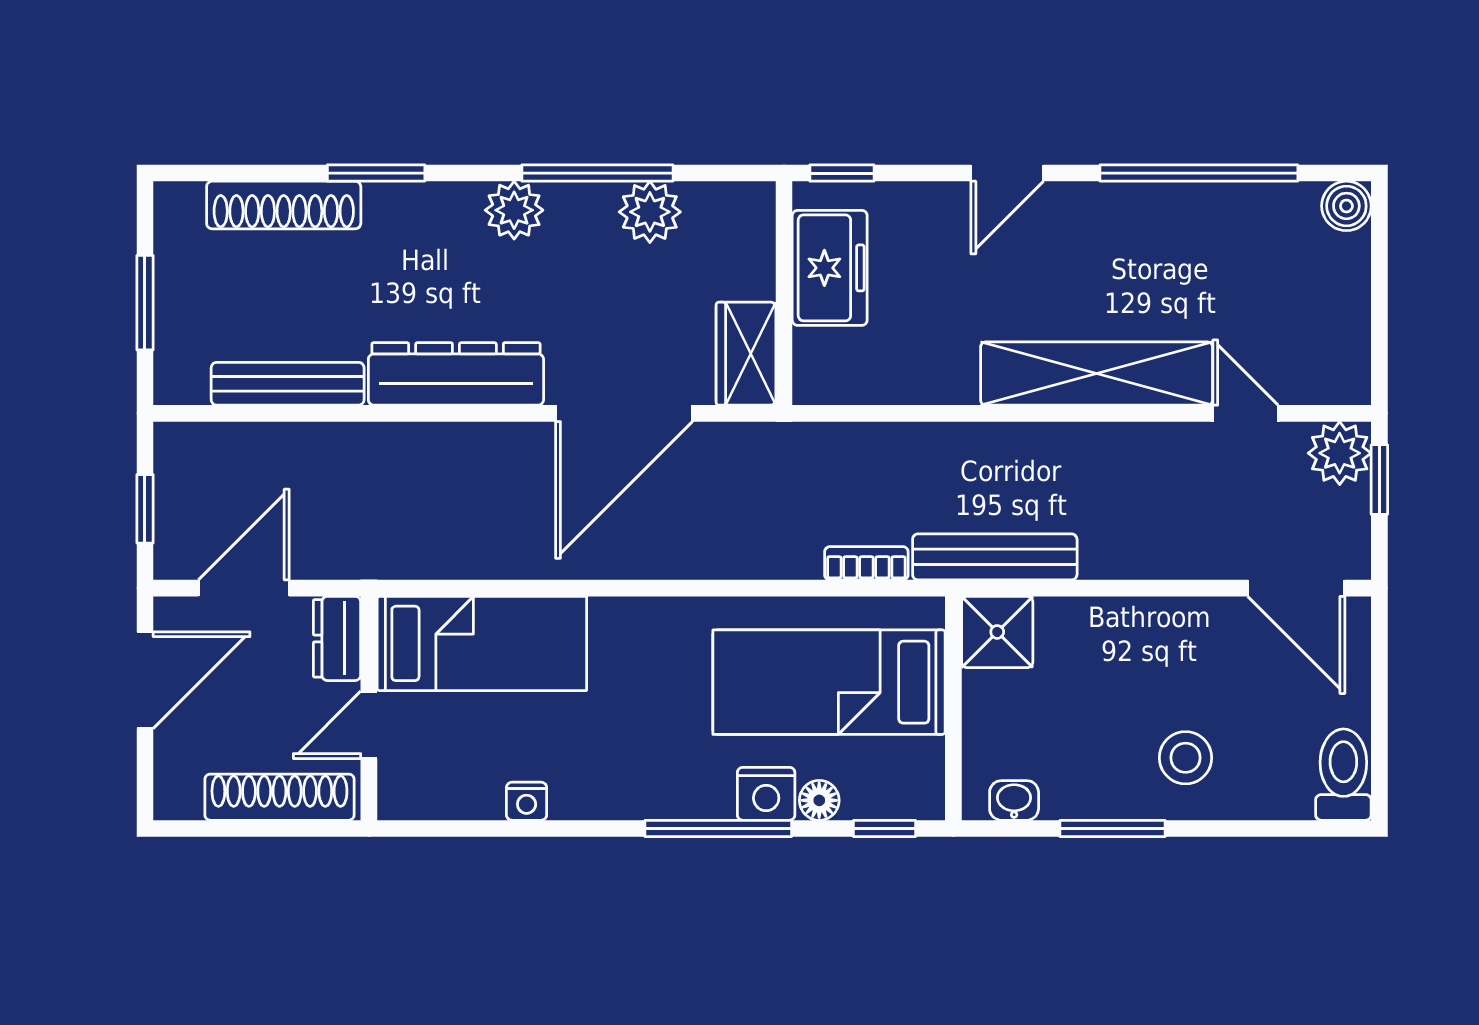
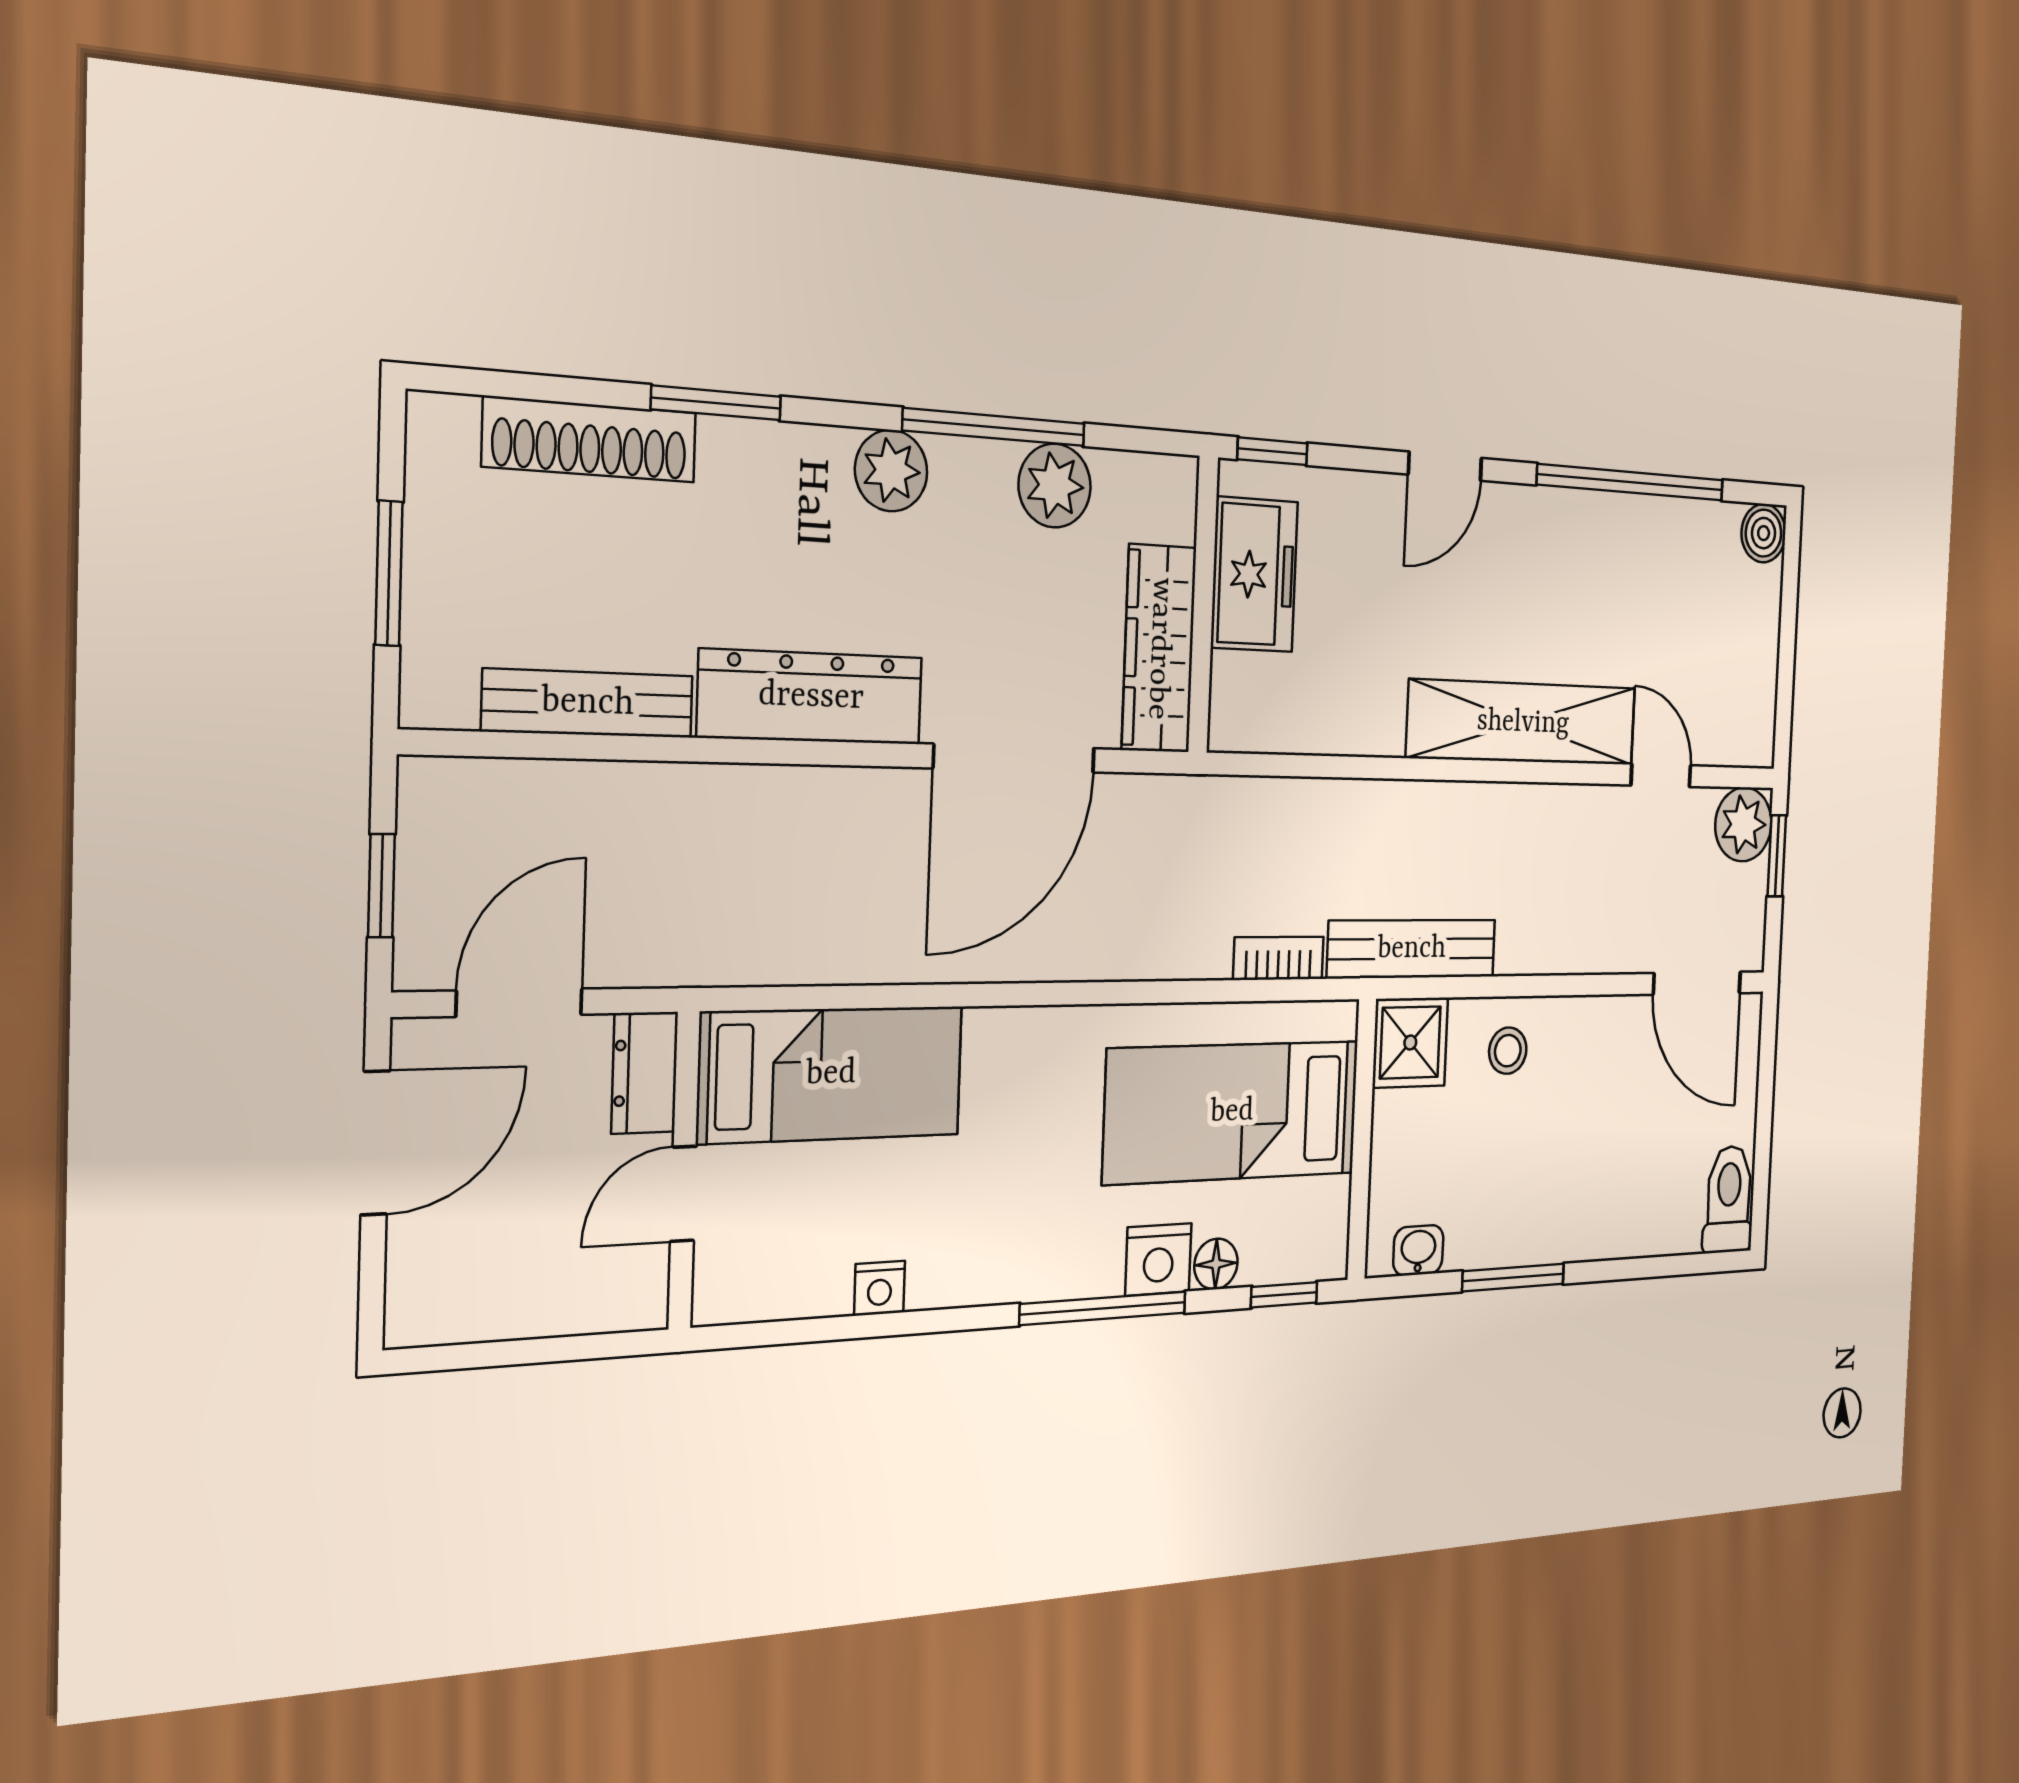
wardrobe: (746, 354) -> (1159, 649), width x1.50
stool: (1186, 758) -> (1508, 1051), moved, width x0.73, depth x0.73
shoe rack: (279, 797) -> (561, 1304), removed

